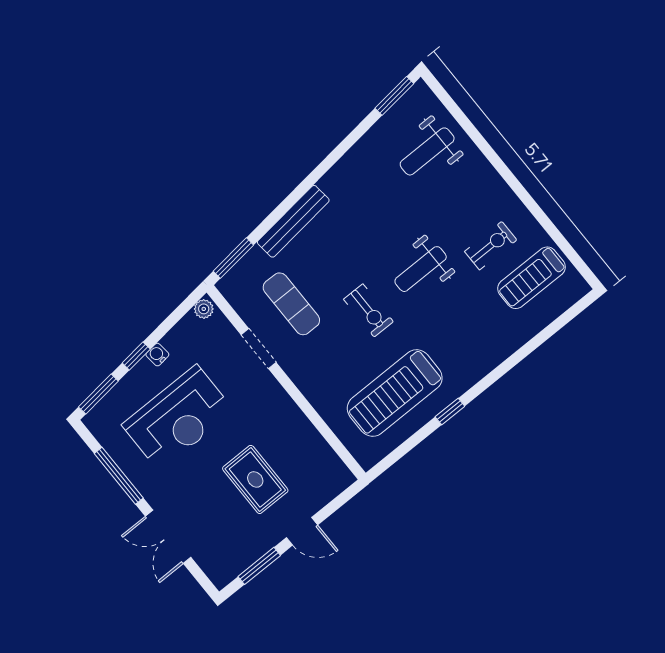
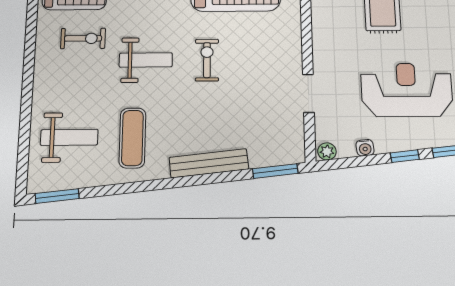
exercise bike: (491, 246) -> (83, 38), turned 180
exercise mat: (291, 304) -> (132, 138), moved
water cooler: (157, 355) -> (365, 148), moved

